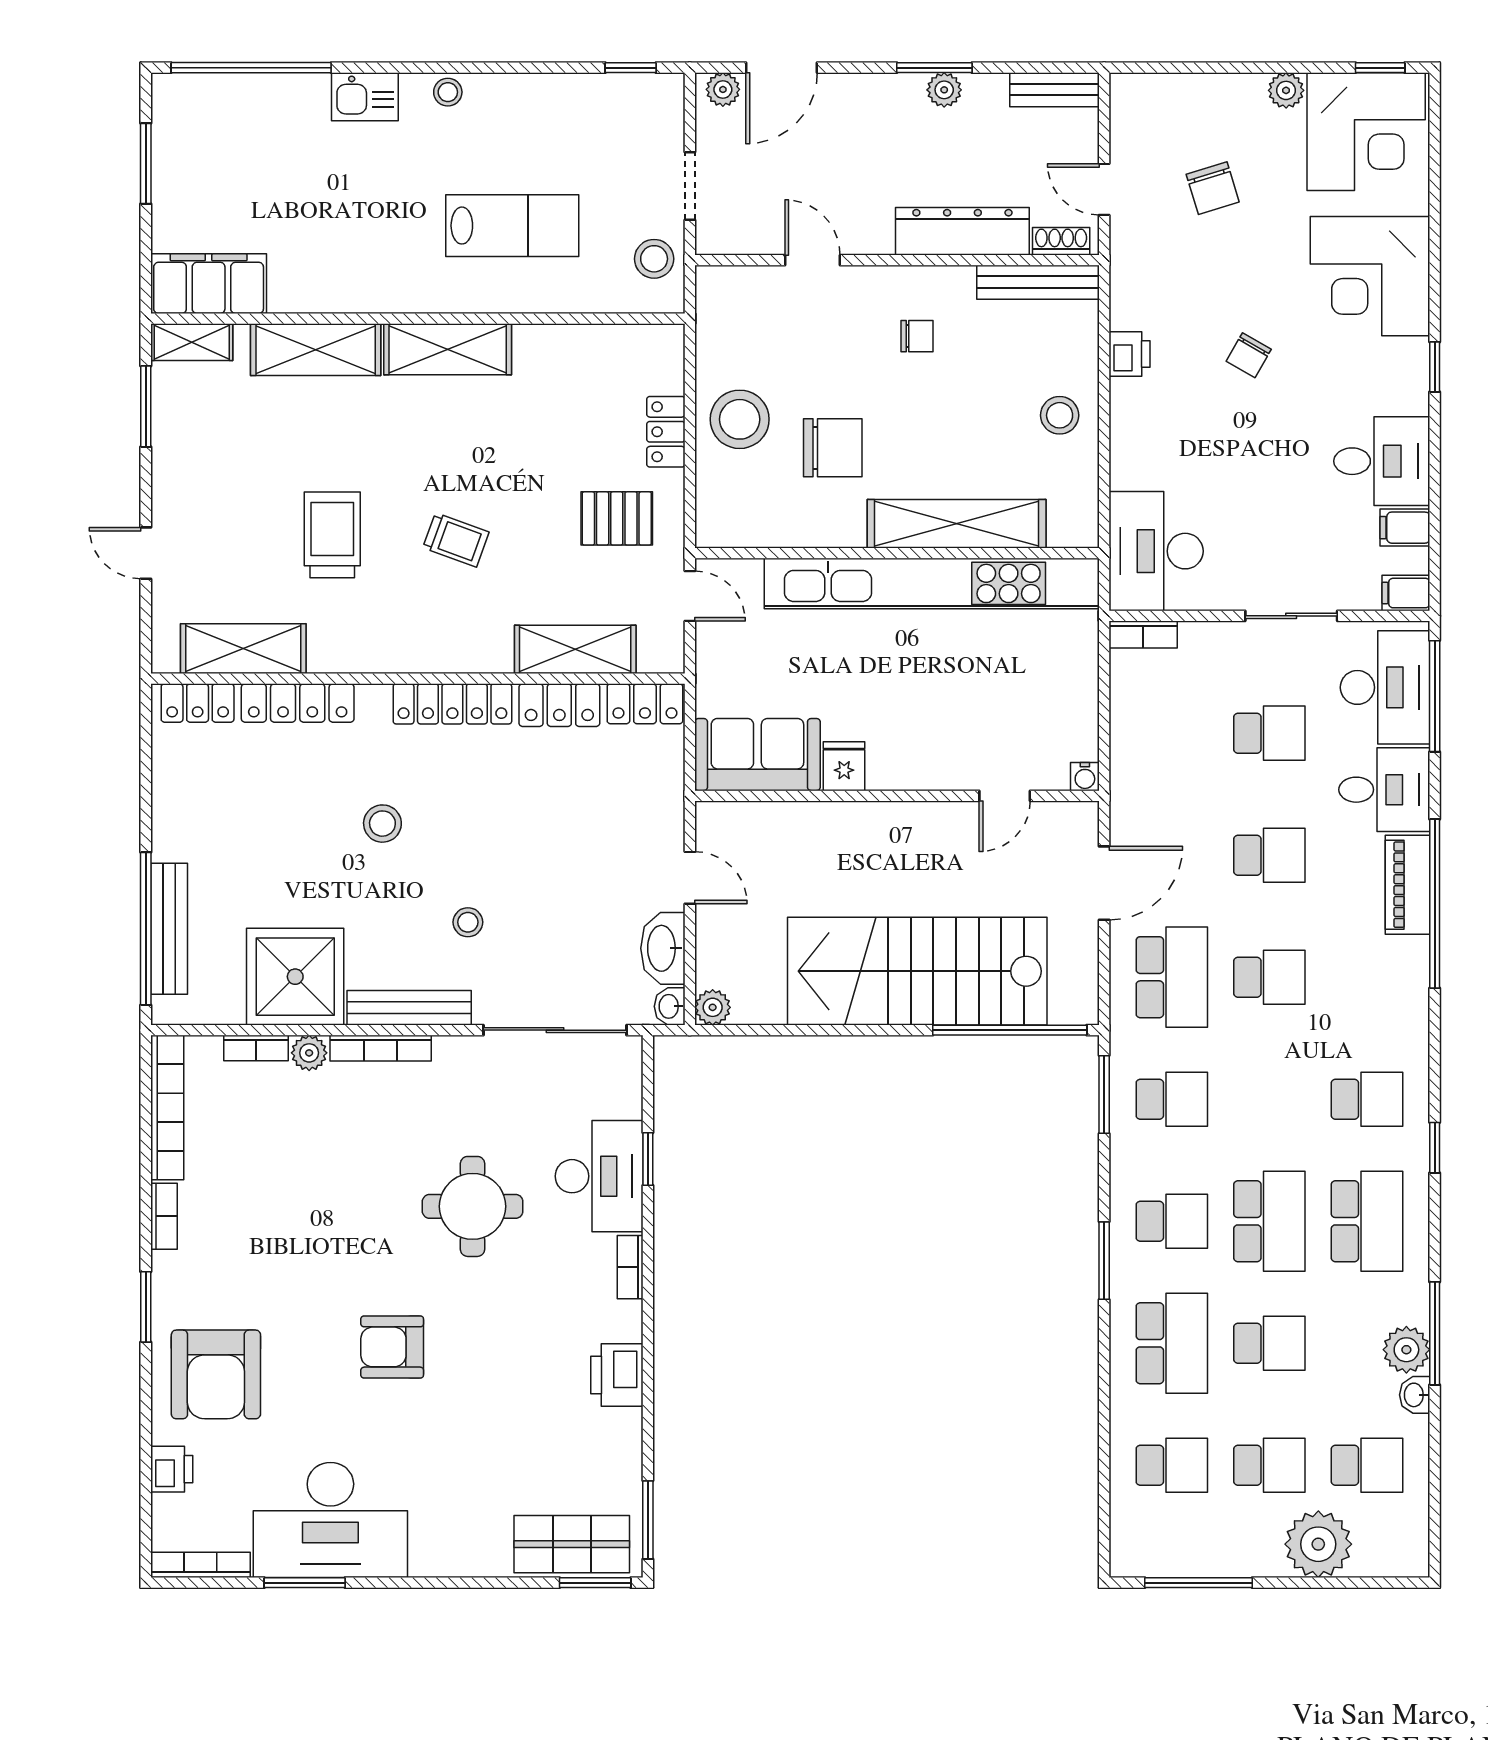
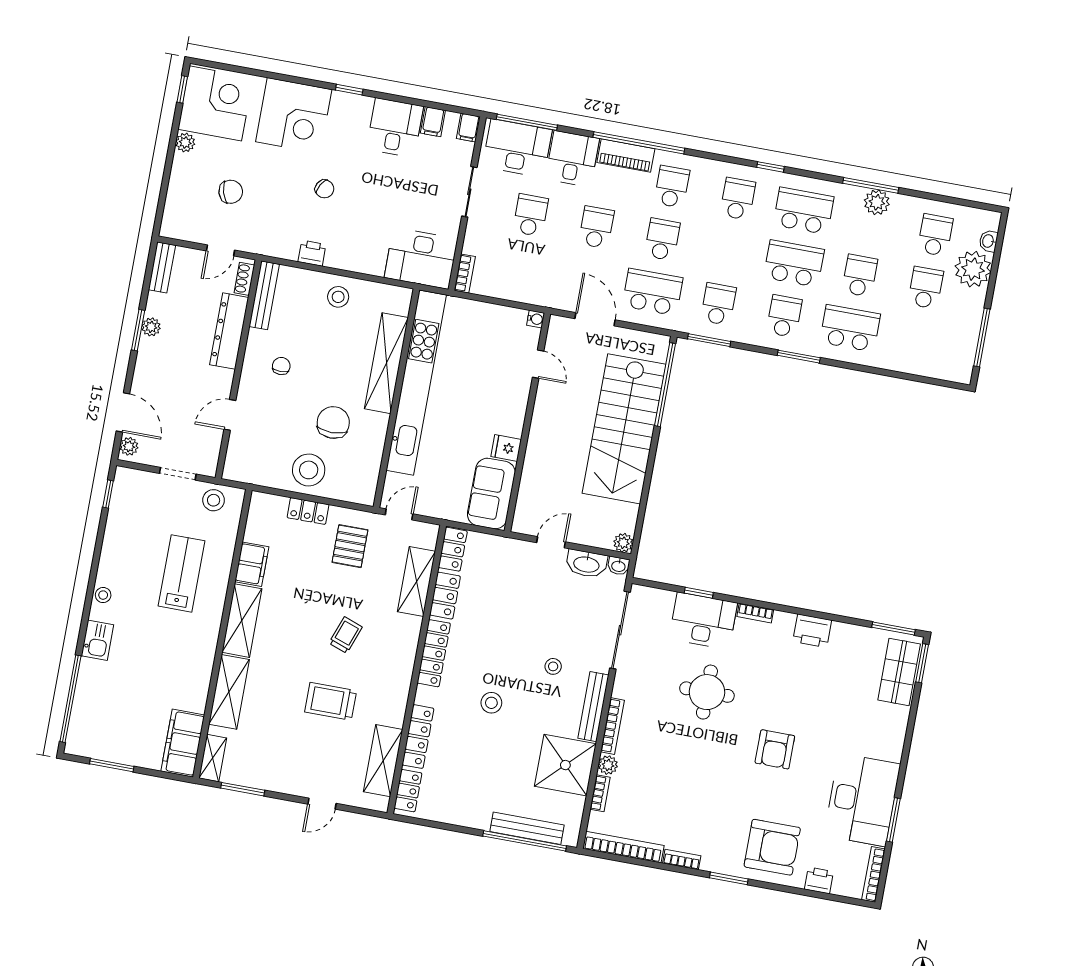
filing cabinet: (552, 348) -> (252, 564), added
washbasin: (1415, 1395) -> (988, 241), moved, turned 90
school desk: (1172, 1465) -> (672, 187), moved

